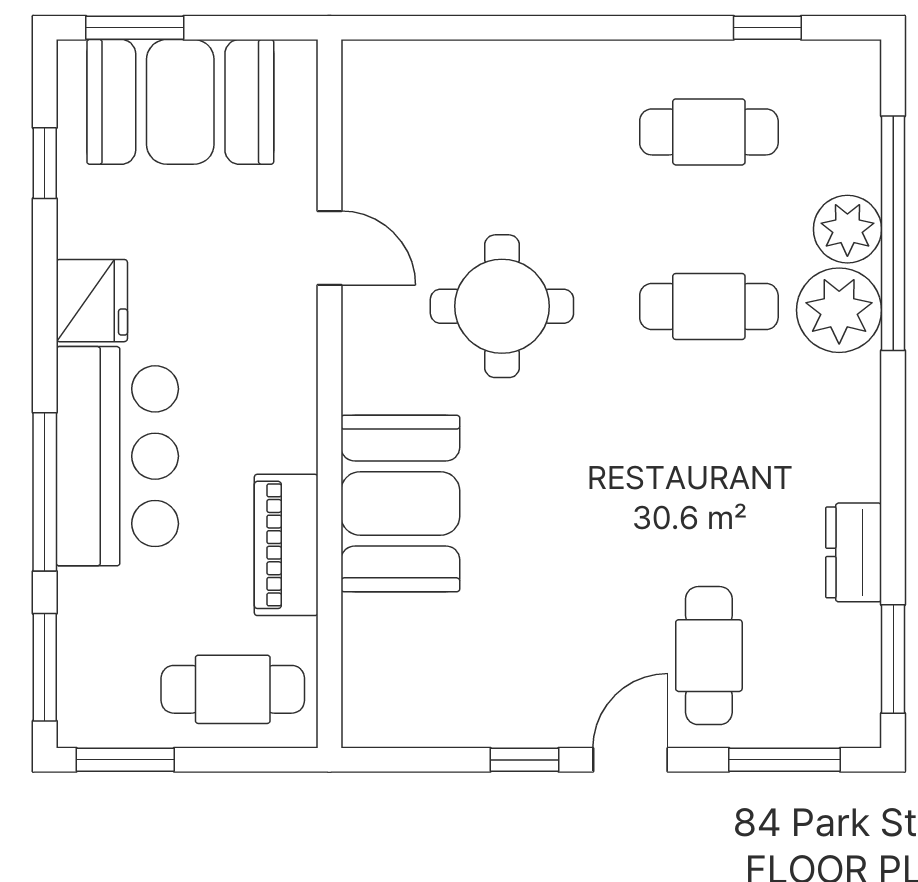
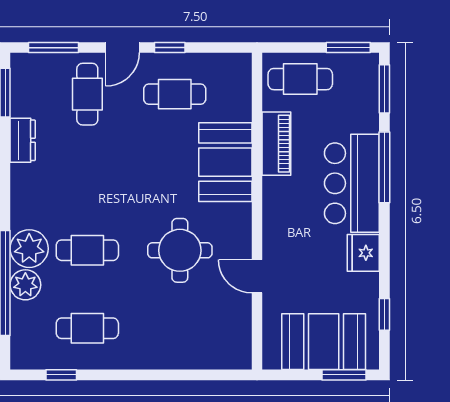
cafe table: (514, 656) -> (175, 94), added

